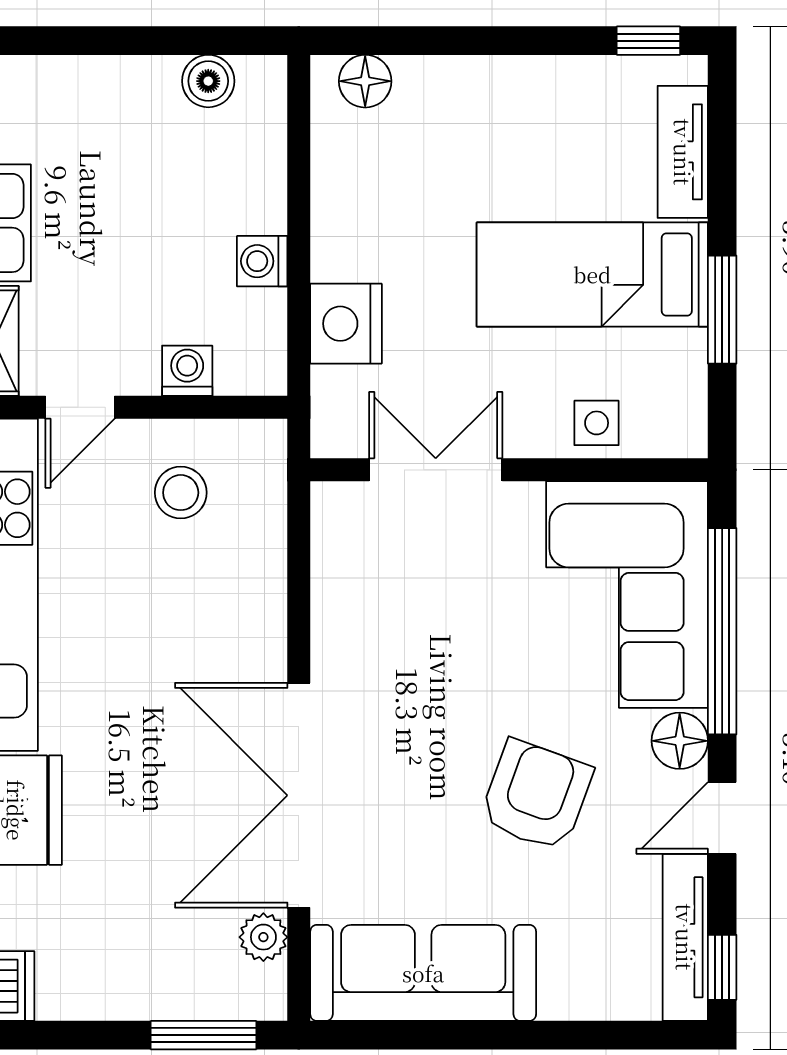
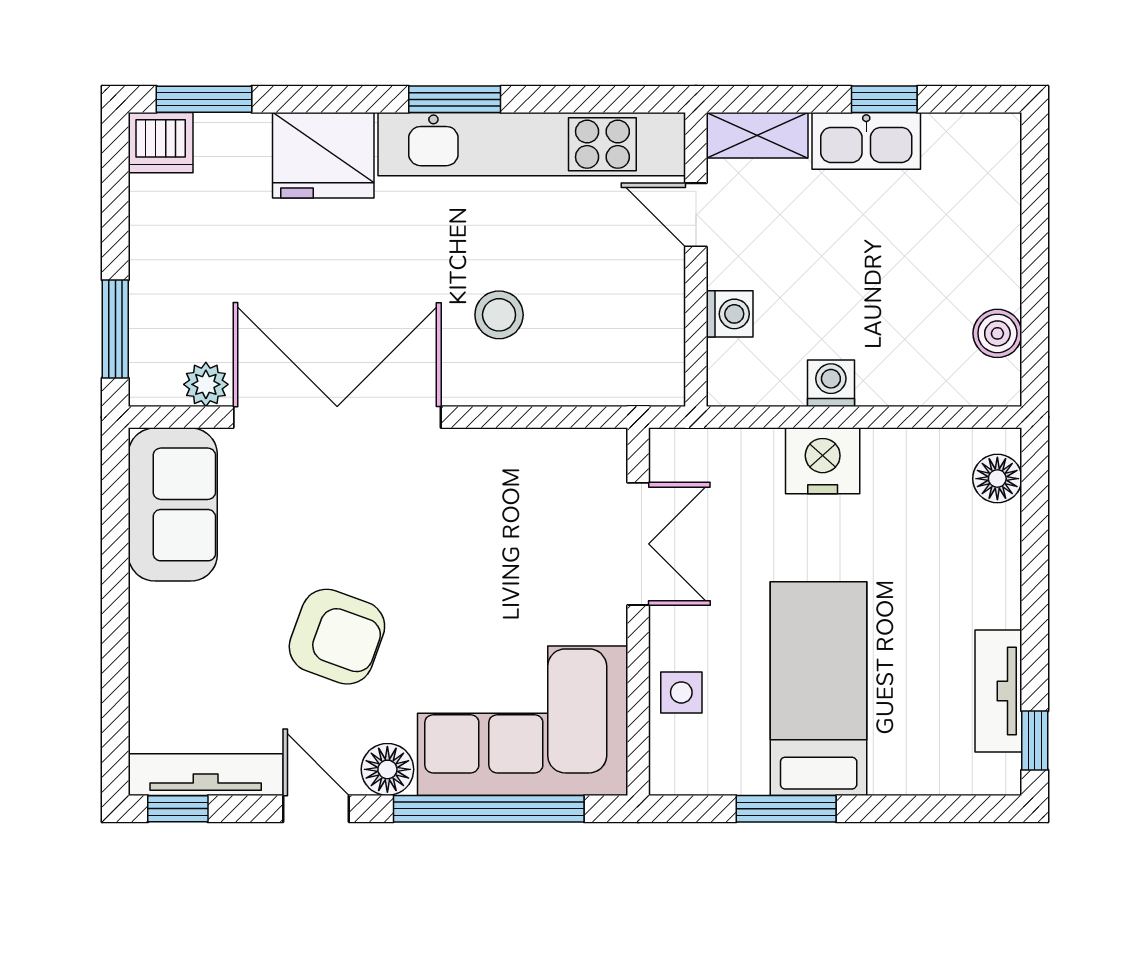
tv unit: (683, 152) -> (998, 691), moved, turned -90
nightstand: (346, 324) -> (823, 461), moved
stool: (181, 493) -> (499, 315), moved
sofa: (423, 973) -> (173, 504), width x0.73

